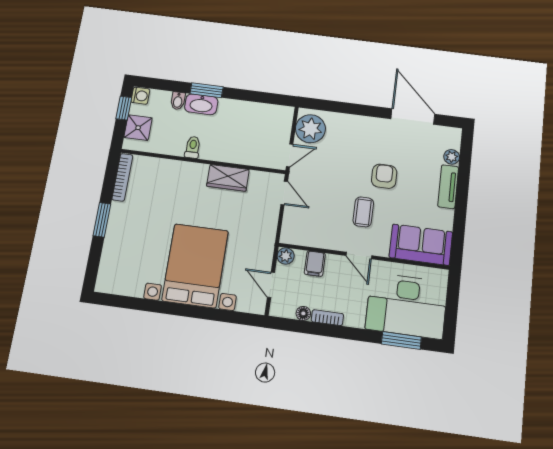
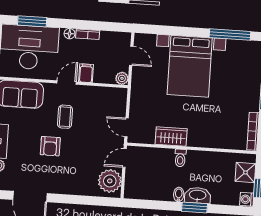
bidet: (178, 101) -> (179, 195), moved
toilet: (193, 147) -> (180, 158), moved
door: (359, 256) -> (67, 83), hinge flipped
filing cabinet: (315, 264) -> (86, 73), moved
window: (138, 304) -> (230, 34), added
floor lamp: (303, 313) -> (70, 34), moved

